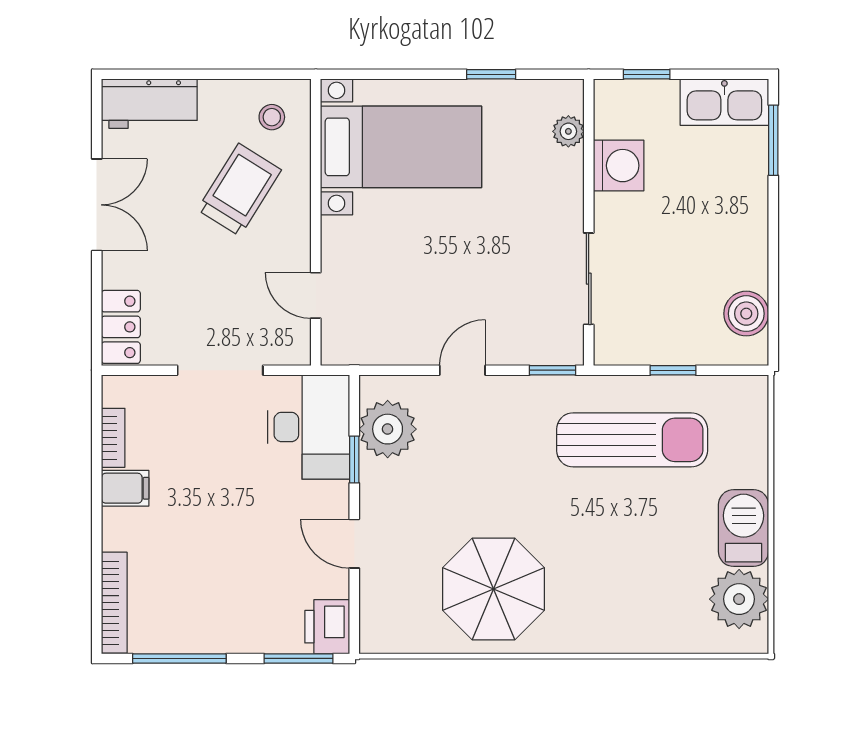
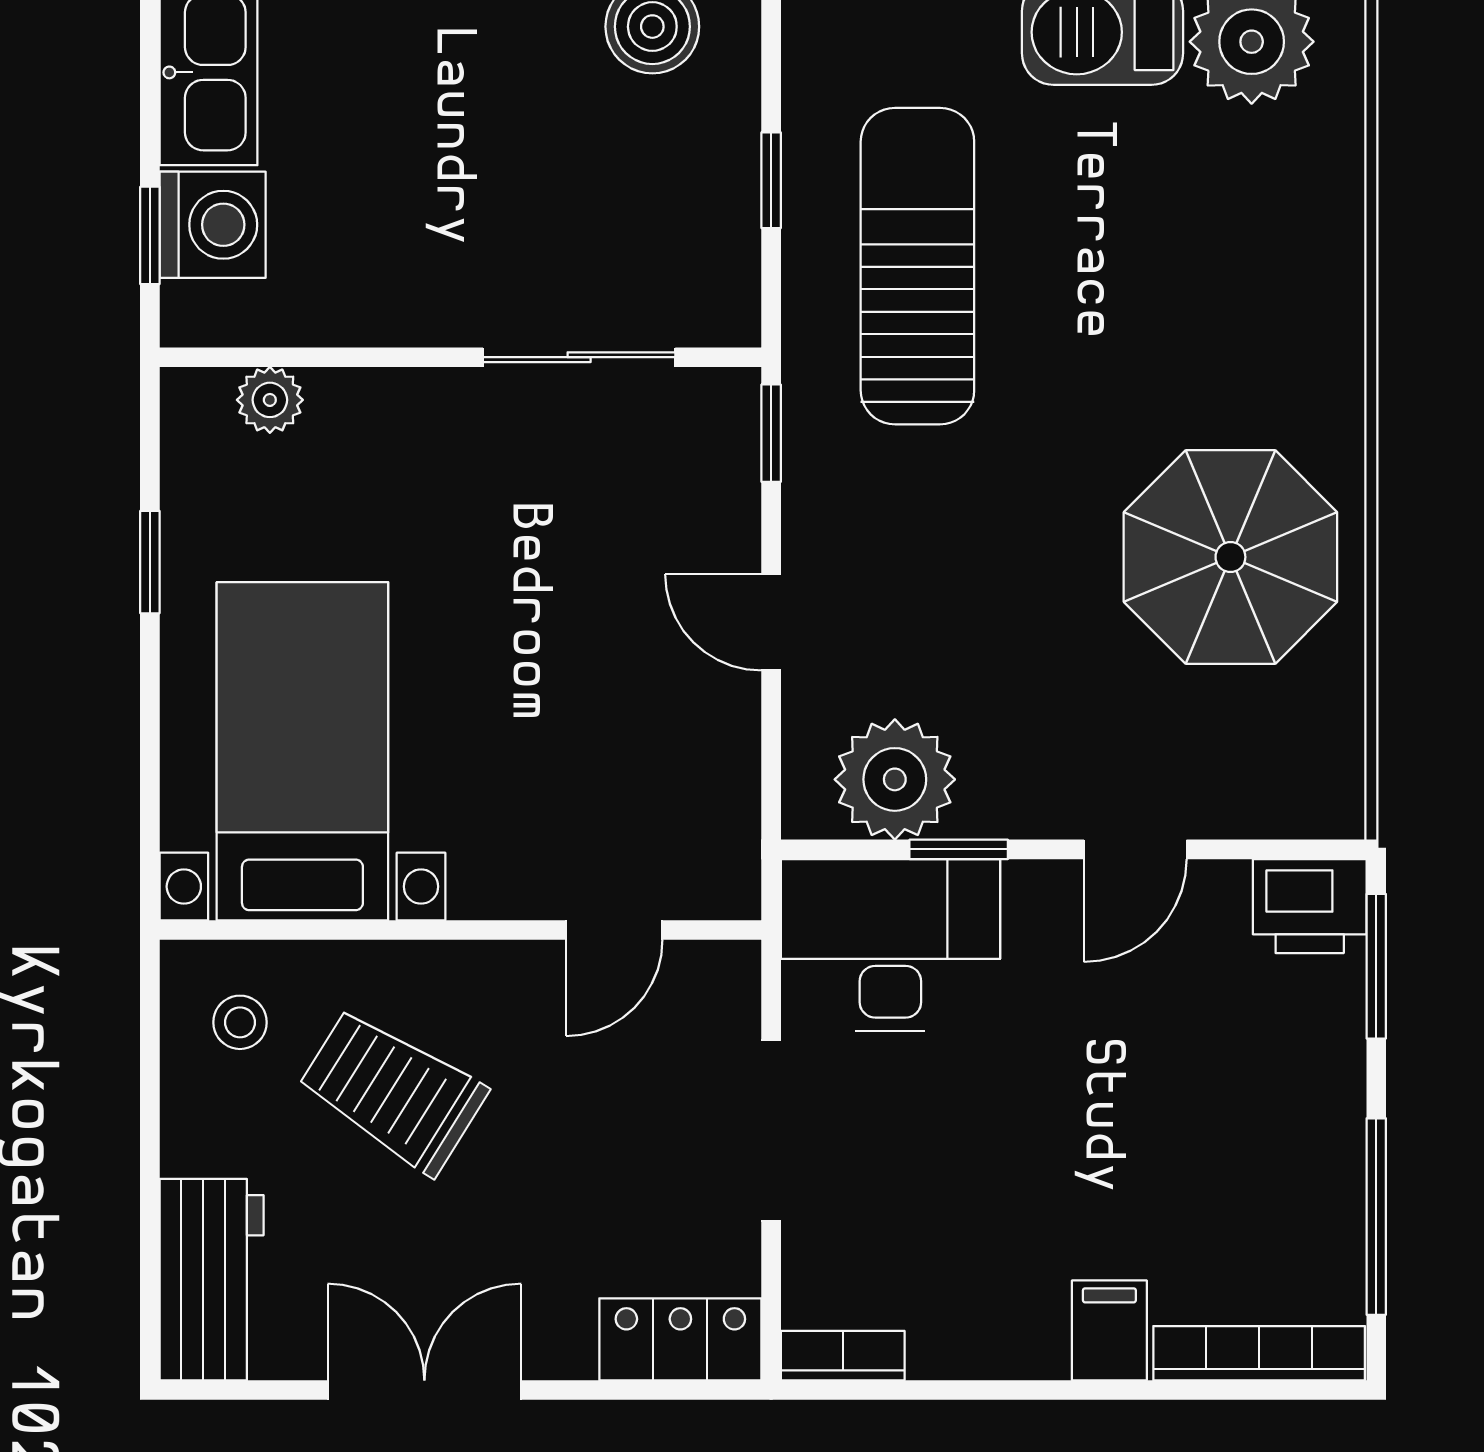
washing machine: (619, 166) -> (213, 225), moved, turned 90
bookcase: (113, 438) -> (843, 1356), moved
filing cabinet: (125, 488) -> (1109, 1330), moved

